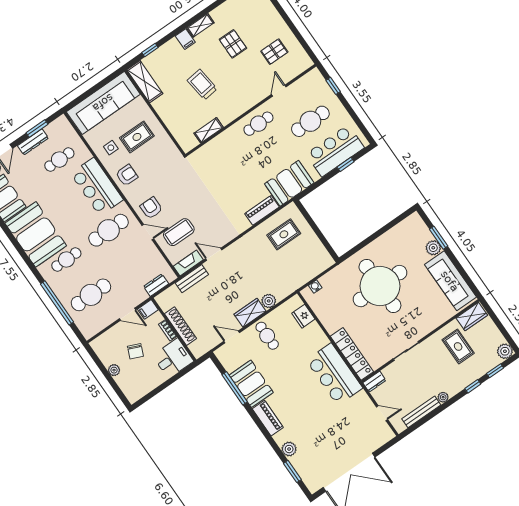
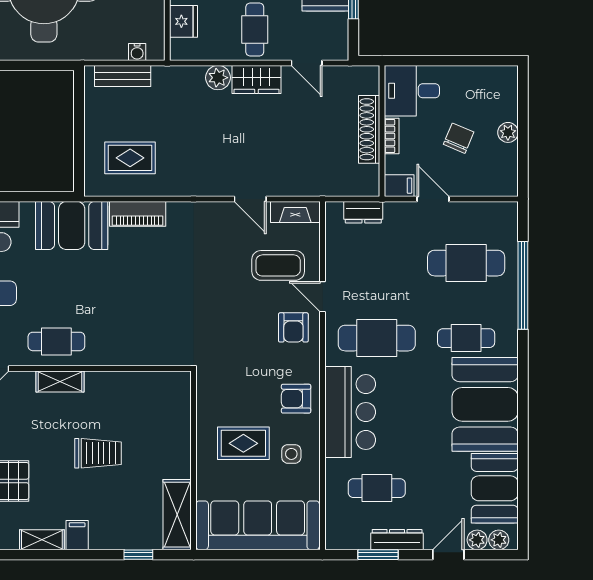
trolley: (202, 85) -> (98, 453), turned -83
shelving: (209, 130) -> (60, 382), moved
bench: (192, 279) -> (123, 76), moved

